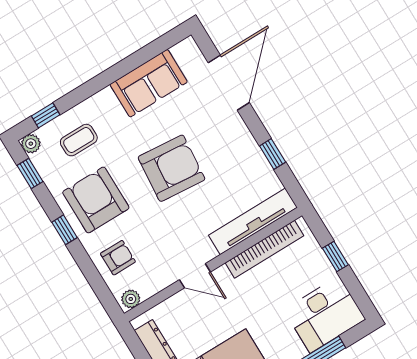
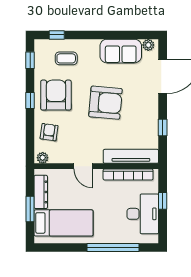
plant: (31, 144) -> (148, 45), moved
armchair: (118, 258) -> (49, 132), turned -82
desk: (325, 315) -> (143, 214), moved, turned -90

